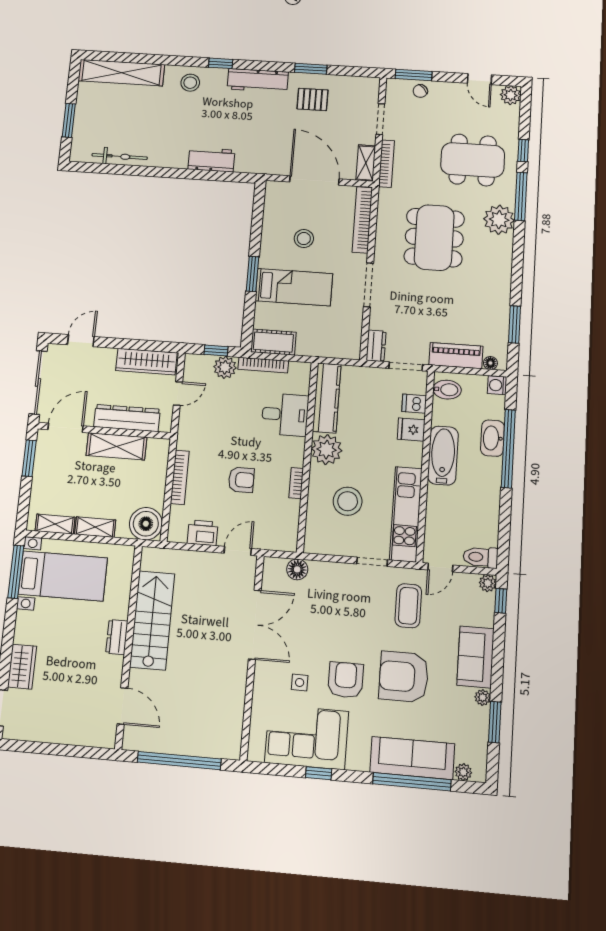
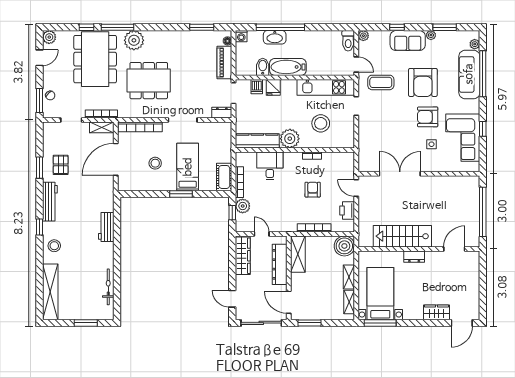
dining table: (473, 160) -> (95, 59), width x1.36, depth x1.24
bidet: (447, 390) -> (263, 67), moved
shelving: (117, 446) -> (298, 254), moved
floor lamp: (297, 569) -> (365, 151), removed
window: (501, 601) -> (397, 27), moved

